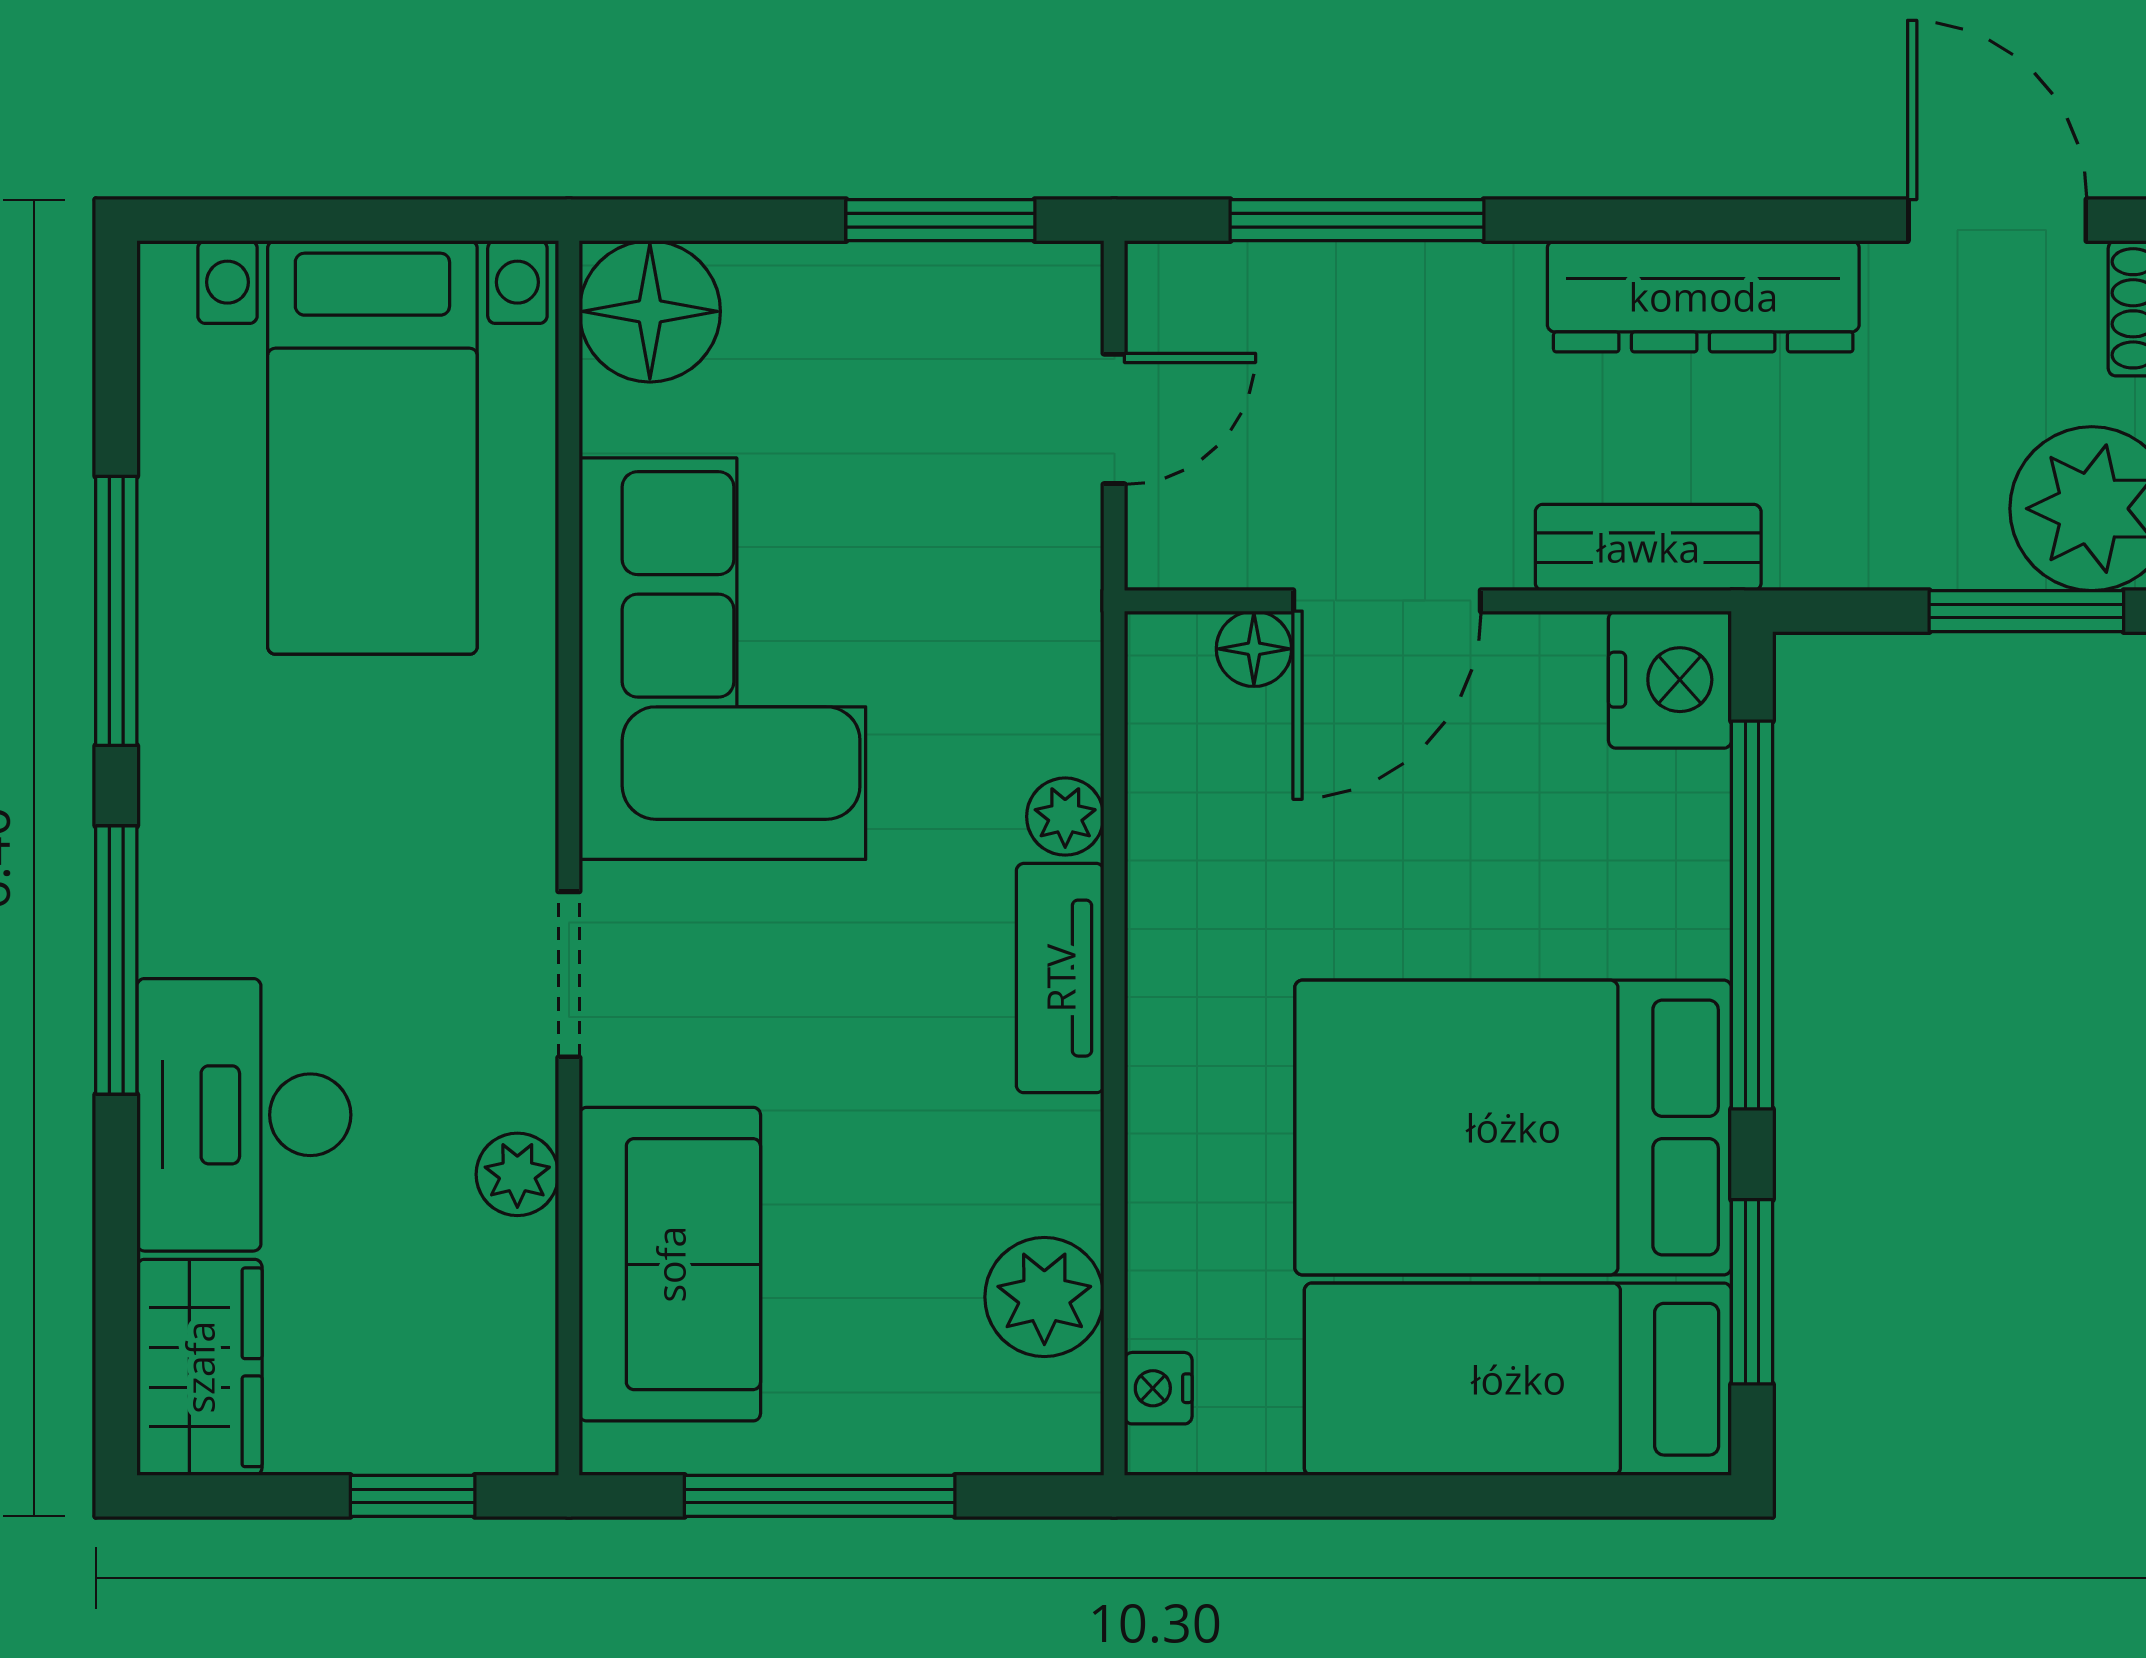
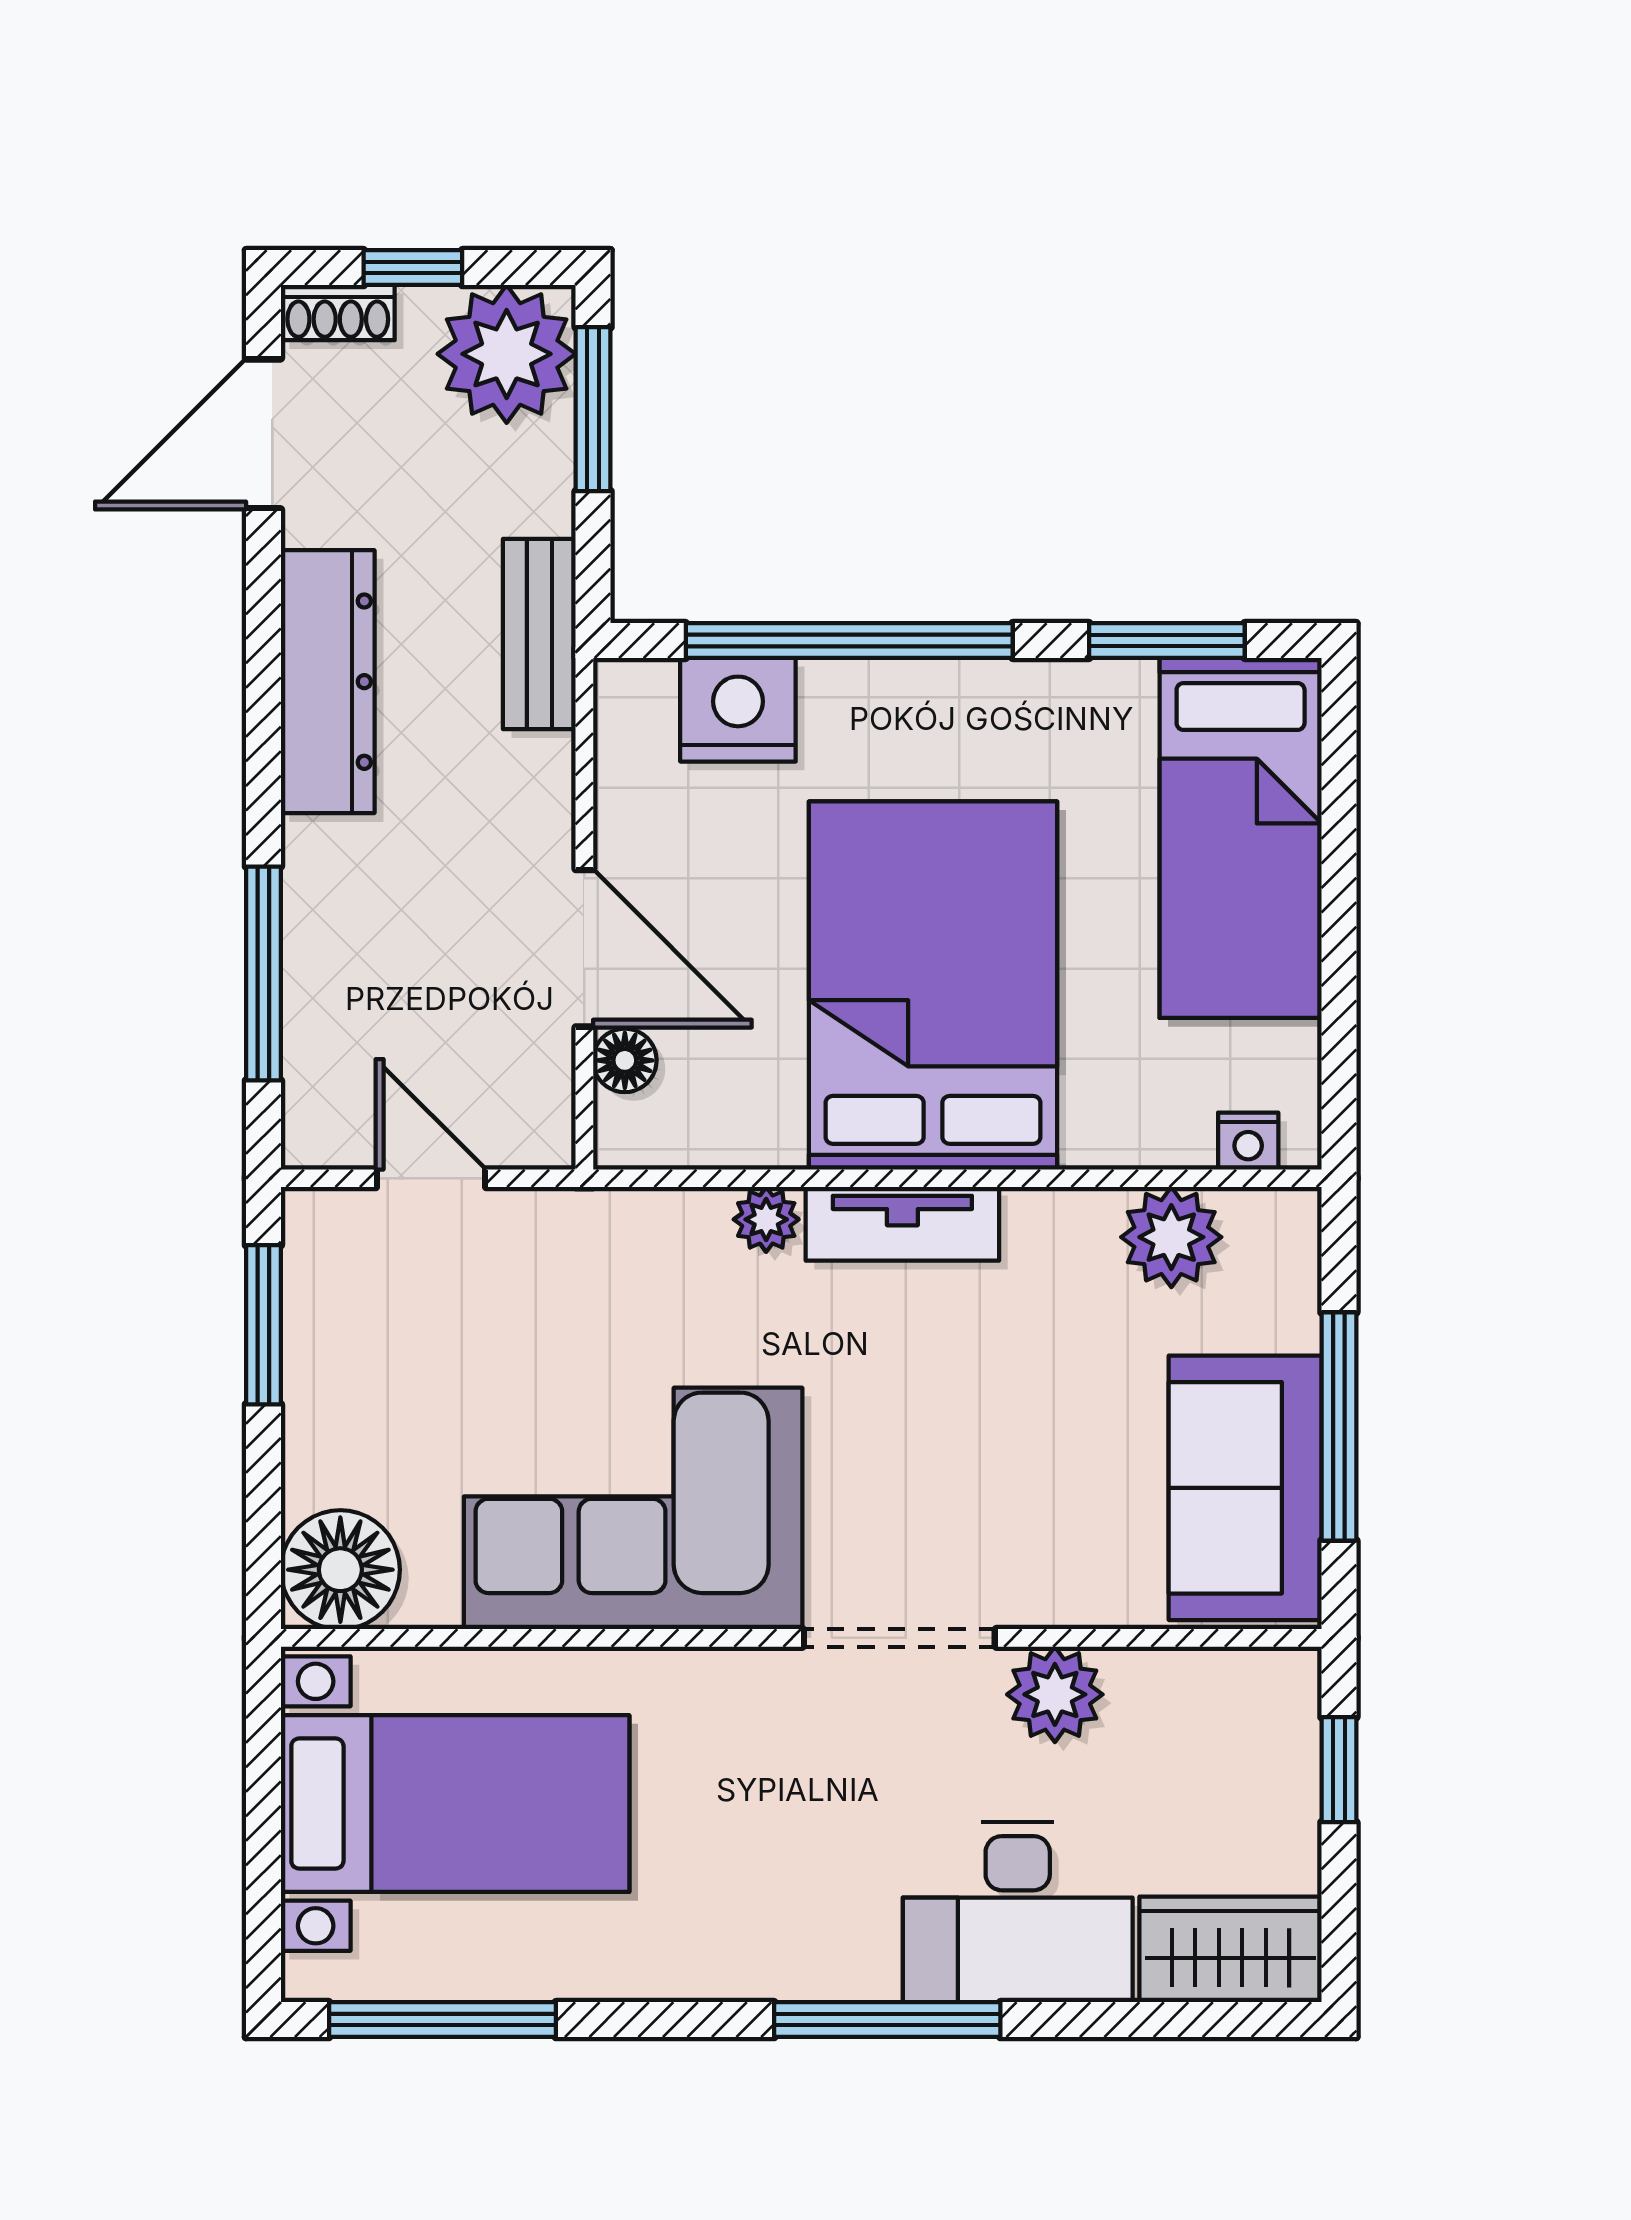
bench: (1648, 547) -> (539, 634), moved
window: (116, 611) -> (442, 2020), moved
nightstand: (1670, 680) -> (738, 710), moved
doorway: (569, 974) -> (899, 1638), width x1.38
bed: (1513, 1127) -> (933, 986), moved, turned 180
plant: (517, 1174) -> (1055, 1694), width x1.38, depth x1.38
sofa: (670, 1264) -> (1245, 1488), moved, turned -90

